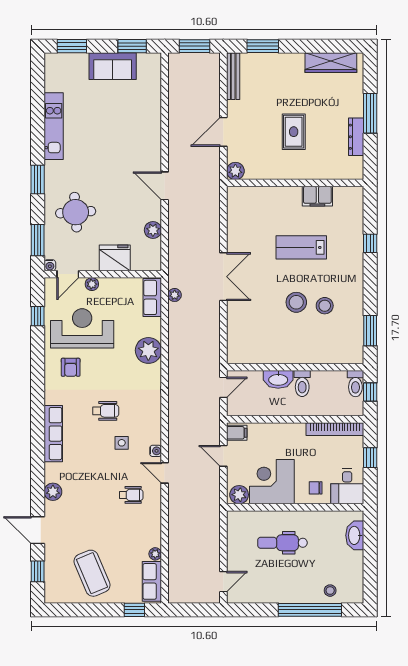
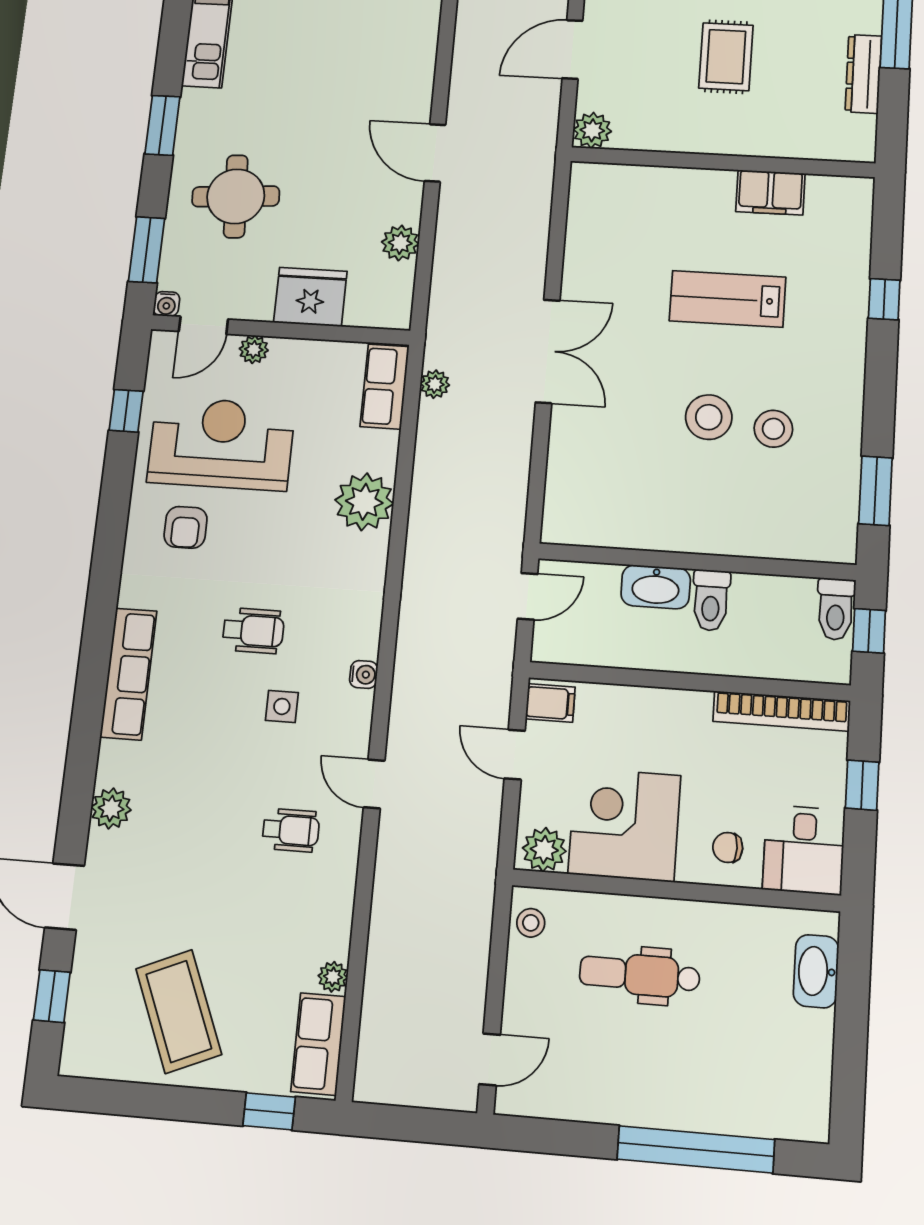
water cooler: (156, 451) -> (364, 674), moved
stool: (330, 591) -> (531, 923), moved

